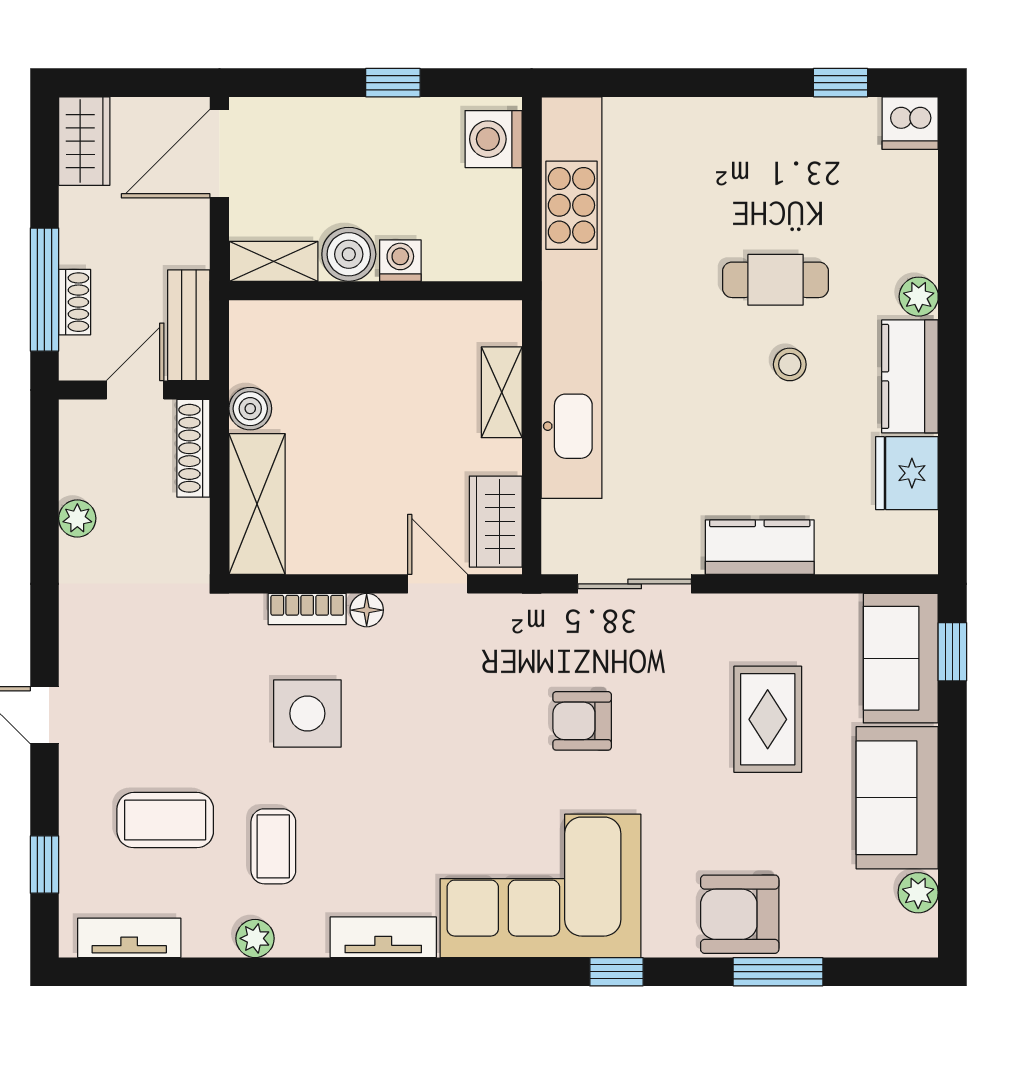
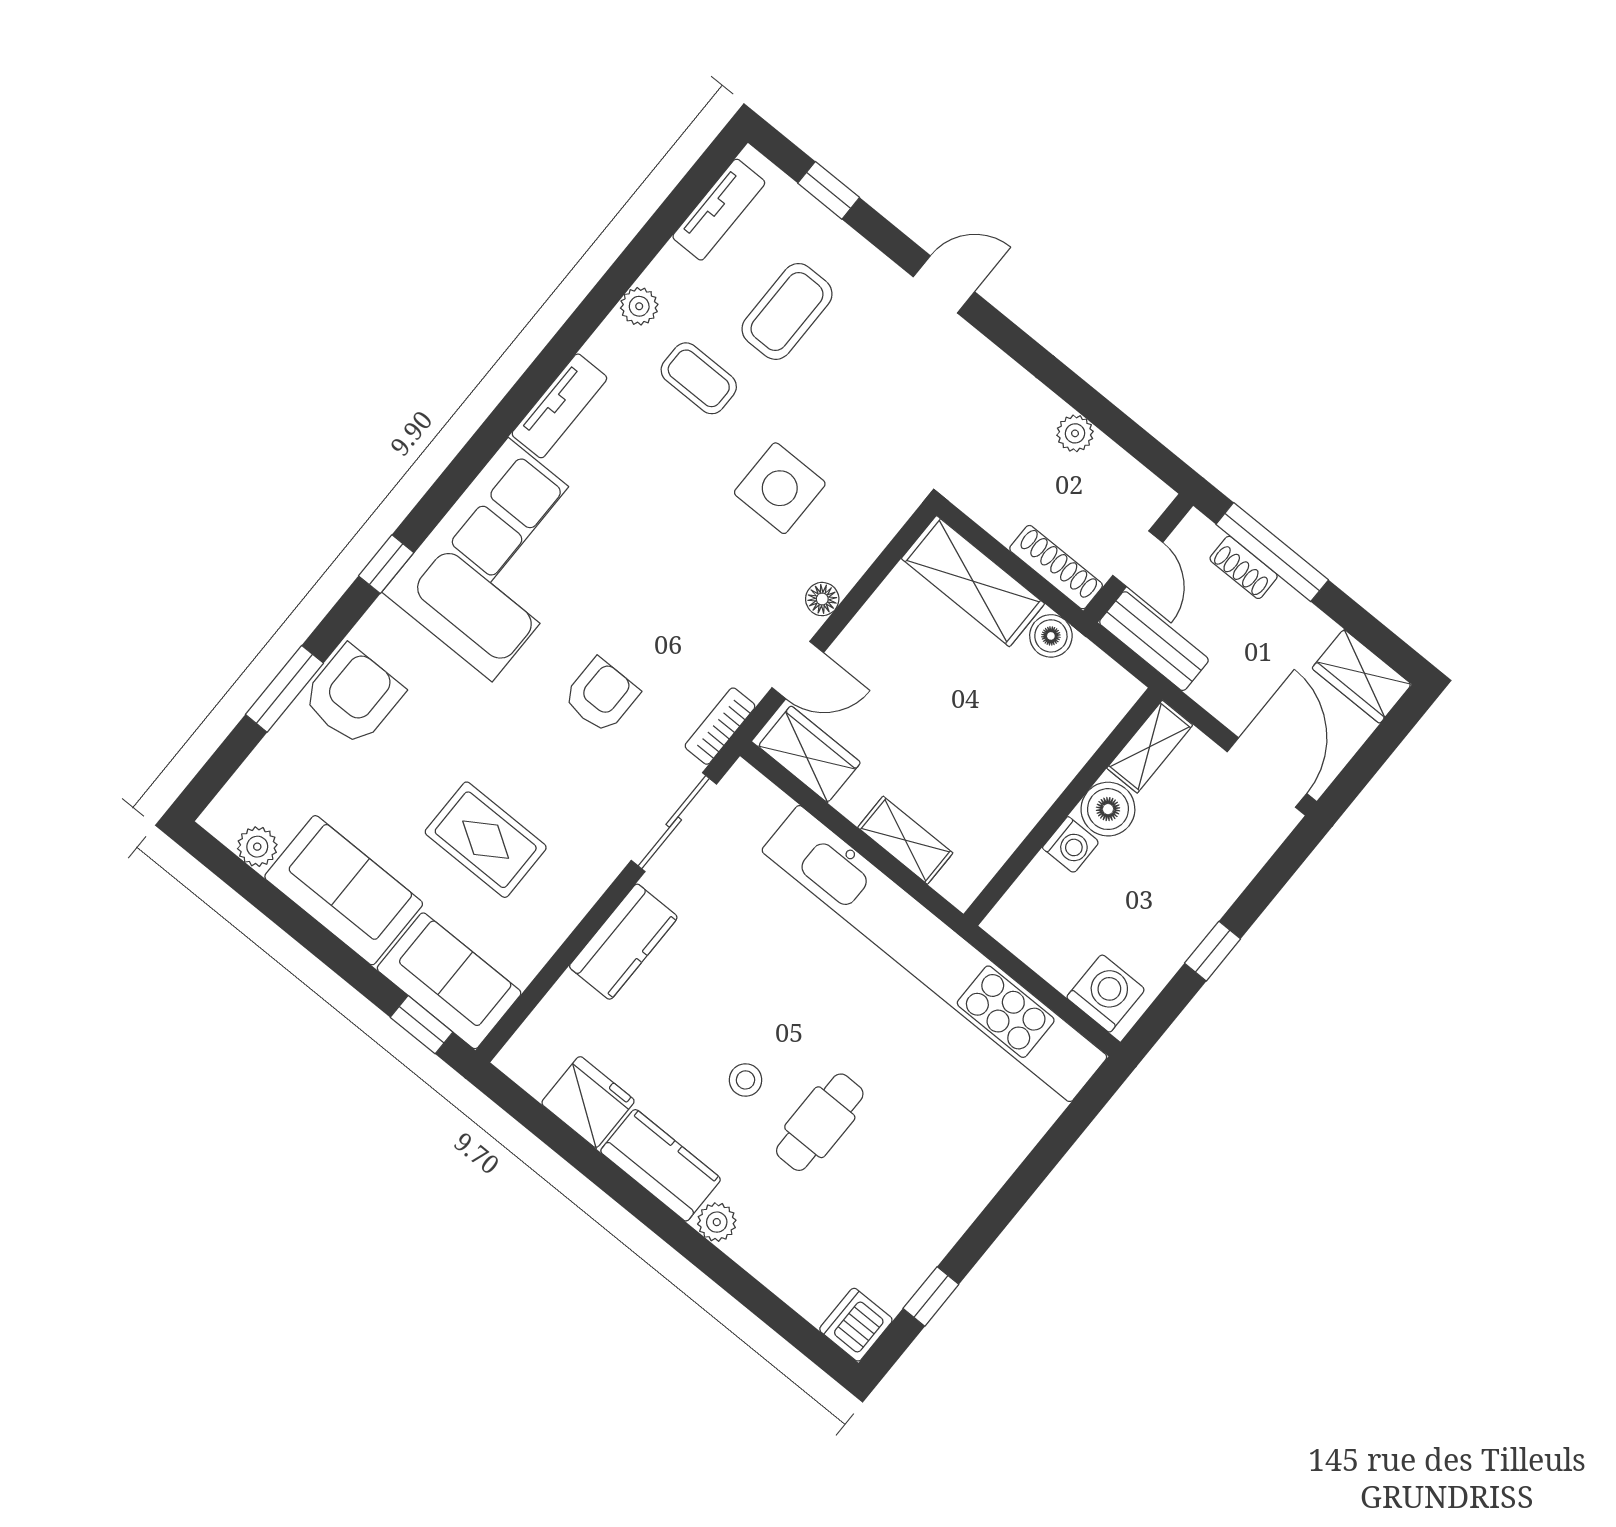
bookcase: (307, 609) -> (720, 726), moved

